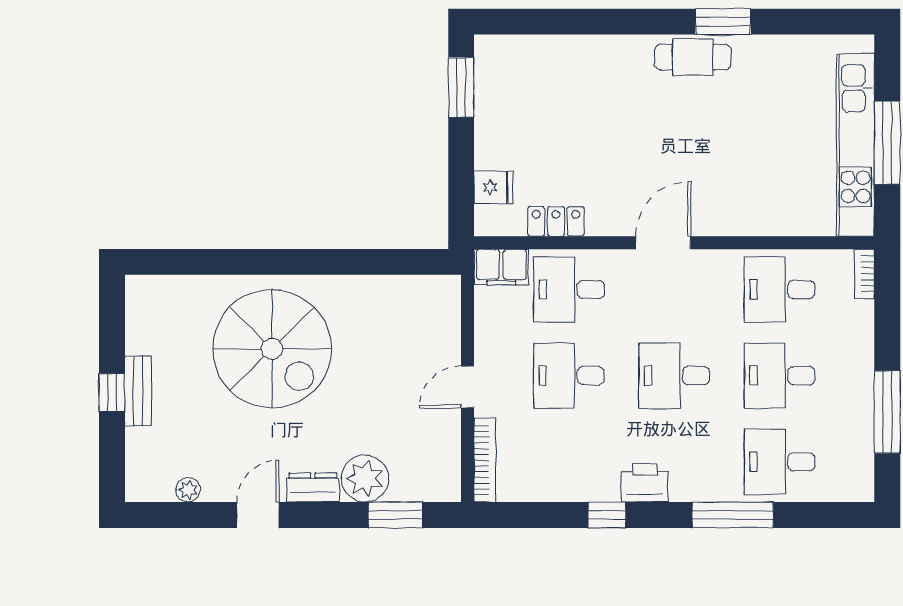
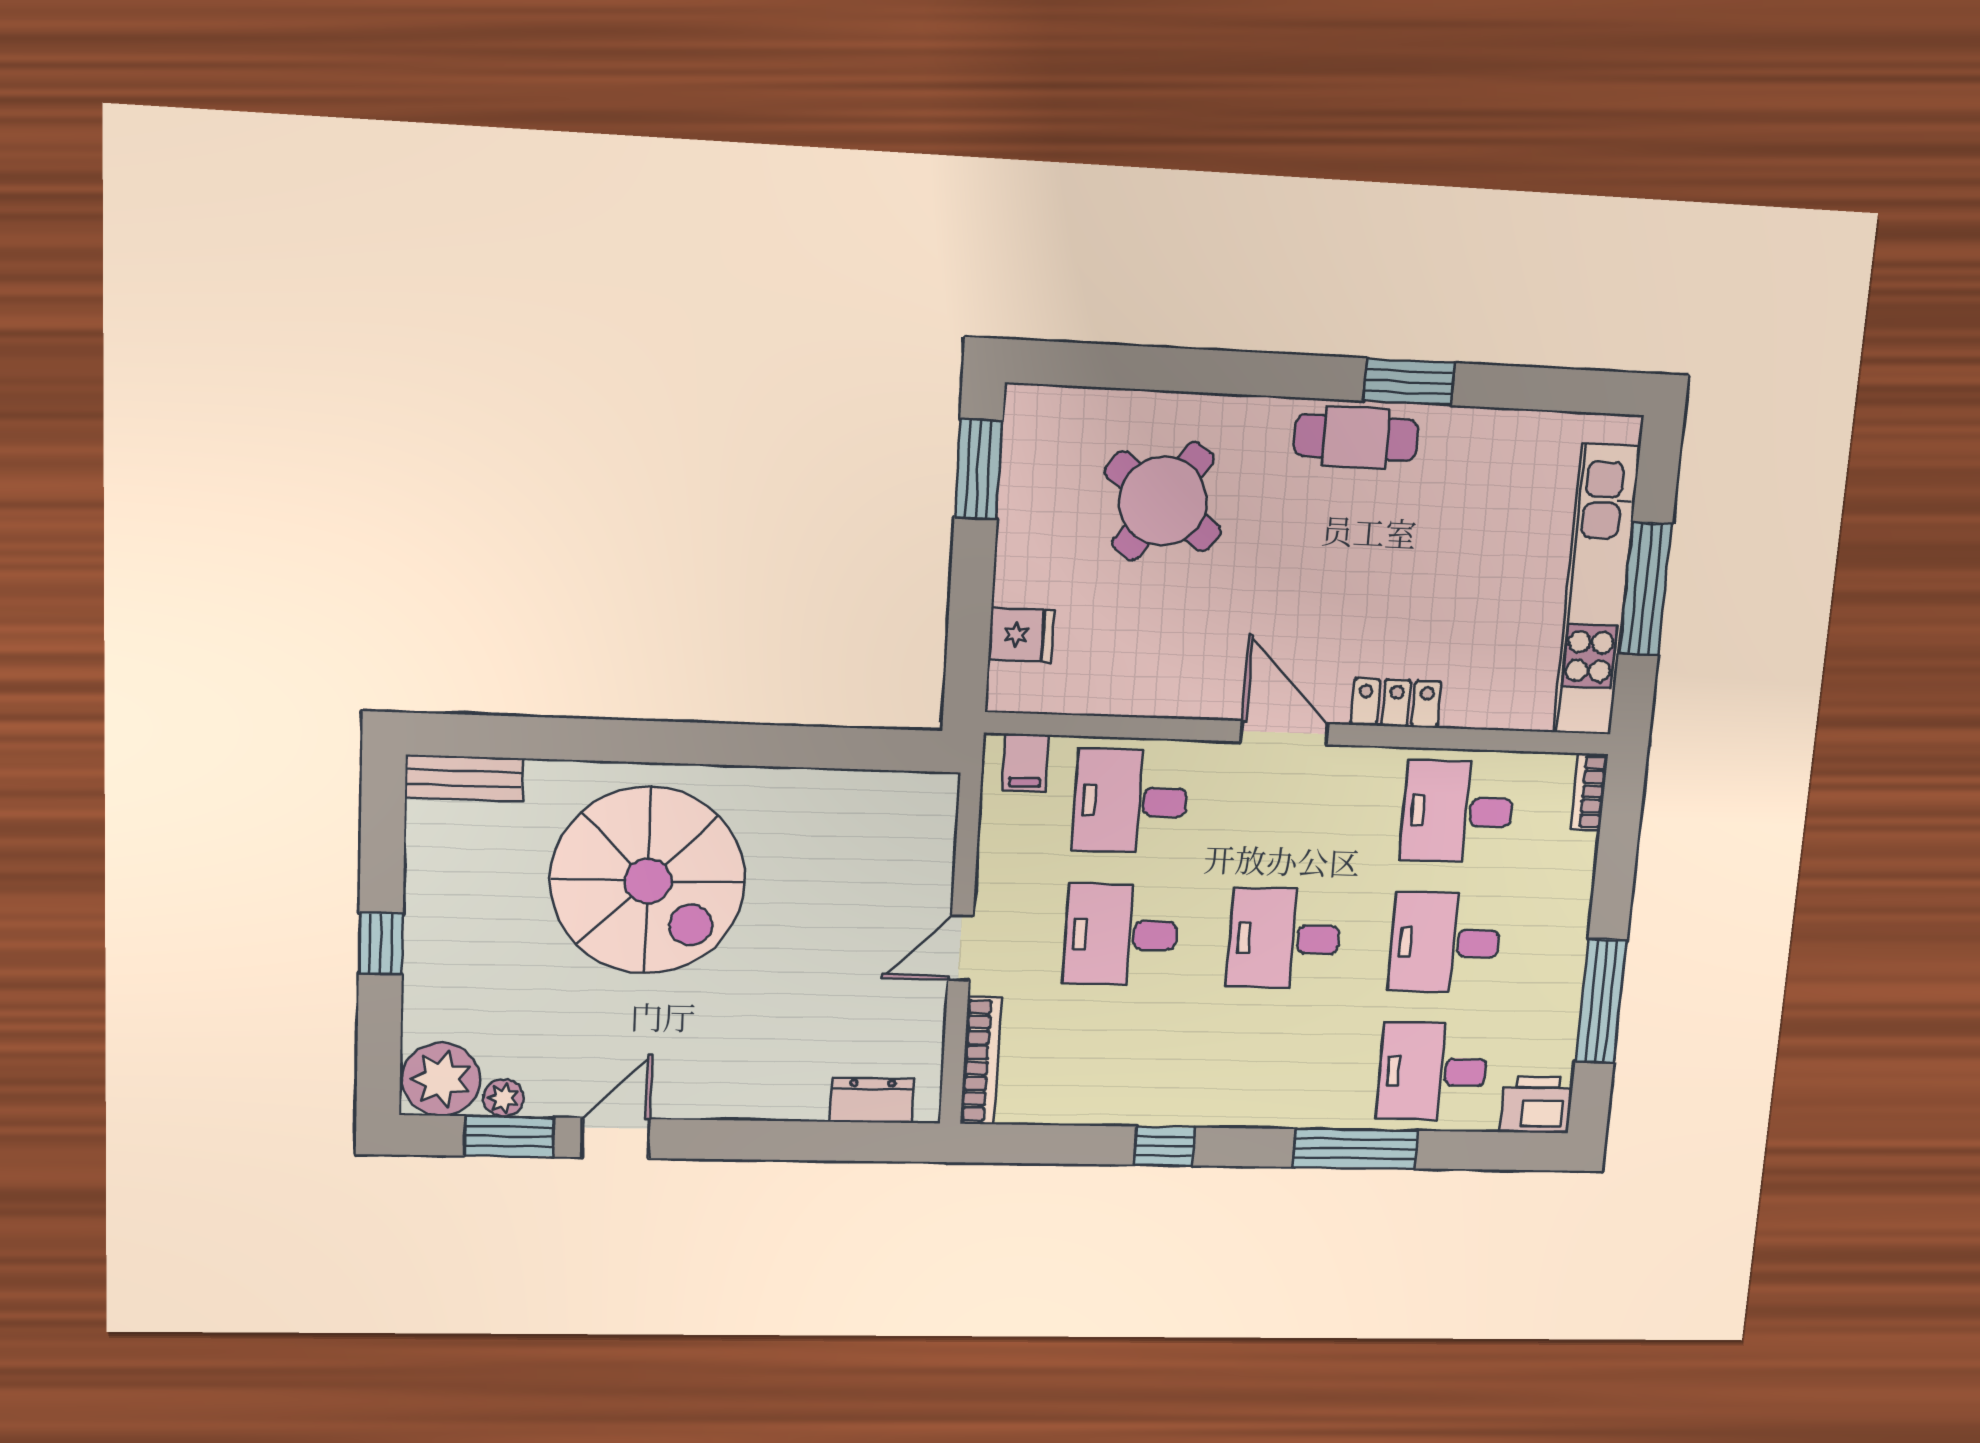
round table: (576, 102) -> (1163, 501), added
locker: (556, 221) -> (1396, 703), moved
door: (663, 243) -> (1284, 733), hinge flipped
filing cabinet: (501, 267) -> (1026, 762), width x0.50
bench: (138, 391) -> (464, 778), moved, turned 90
plant: (365, 479) -> (441, 1079), moved
printer: (644, 483) -> (1537, 1105), moved
dresser: (313, 488) -> (872, 1100), moved
window: (395, 515) -> (509, 1137), moved

